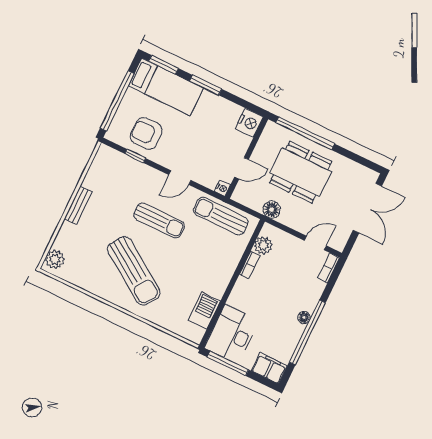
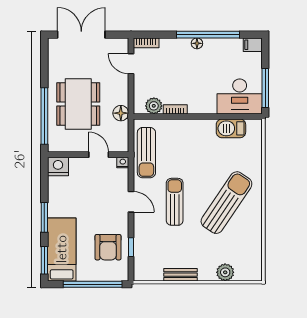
bench: (78, 205) -> (181, 275), moved
plant: (55, 259) -> (225, 272), moved
filing cabinet: (269, 368) -> (253, 45), width x0.50

